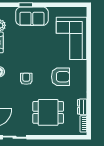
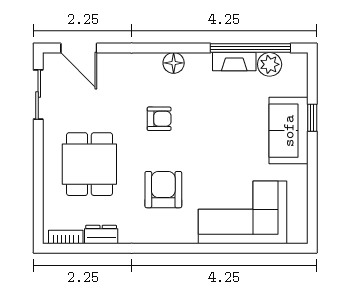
armchair: (60, 77) -> (163, 190), turned 180

